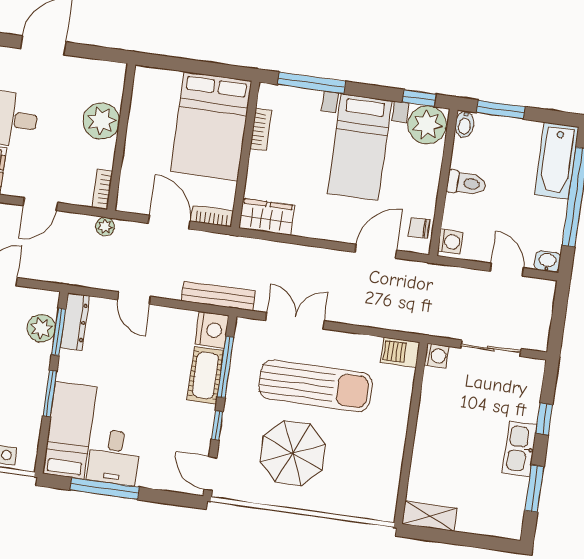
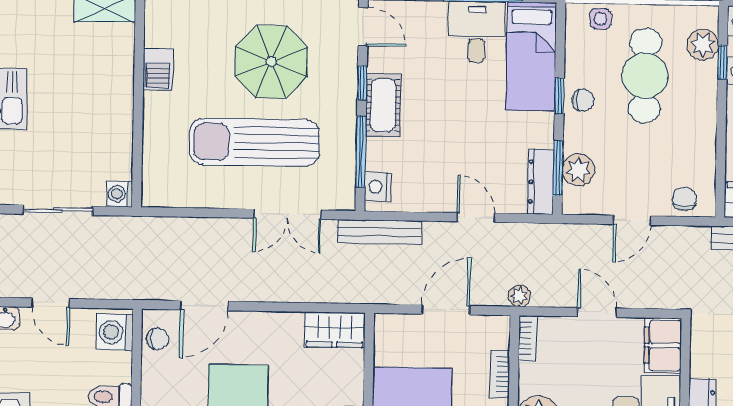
door: (40, 204) -> (597, 312), hinge flipped
bookcase: (212, 216) -> (500, 374), moved, turned 90
door: (169, 222) -> (446, 310), swing flipped
washing machine: (450, 242) -> (115, 332), width x1.38, depth x1.38
nightstand: (212, 330) -> (378, 187), width x0.74, depth x0.75
barbecue: (400, 352) -> (158, 69), moved, turned 90
cot: (206, 375) -> (383, 105), moved
chair: (30, 387) -> (583, 100), added
window: (50, 393) -> (559, 96), width x0.67

